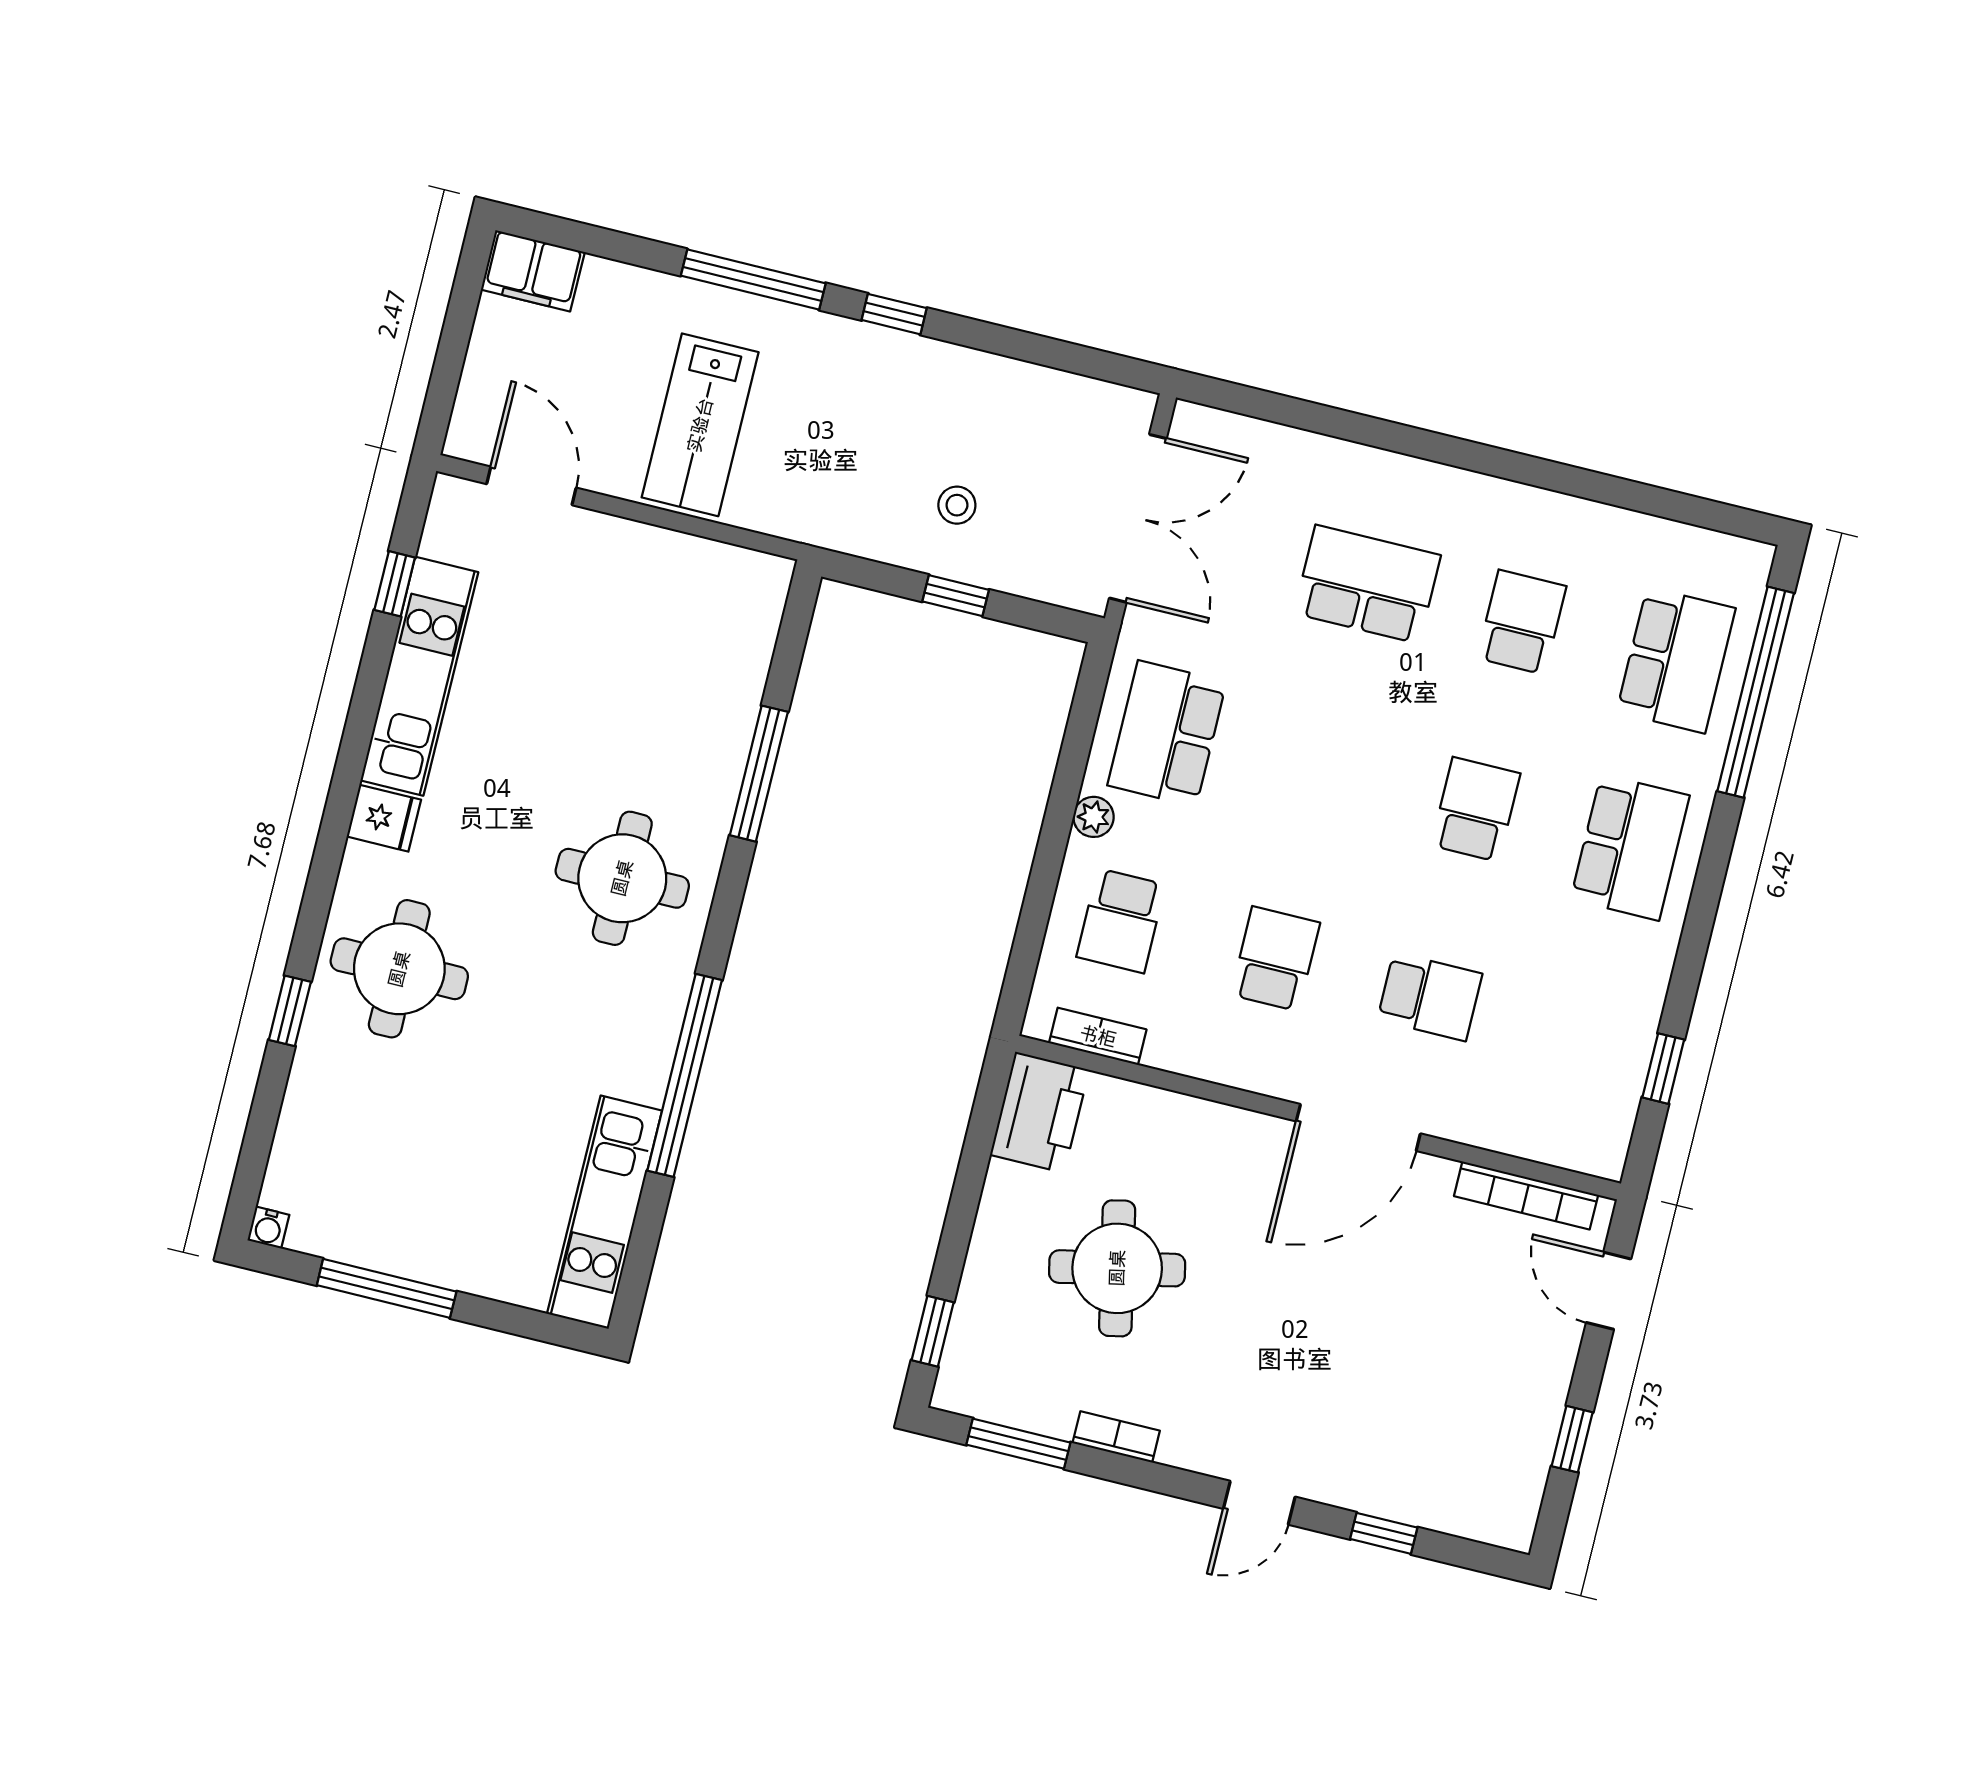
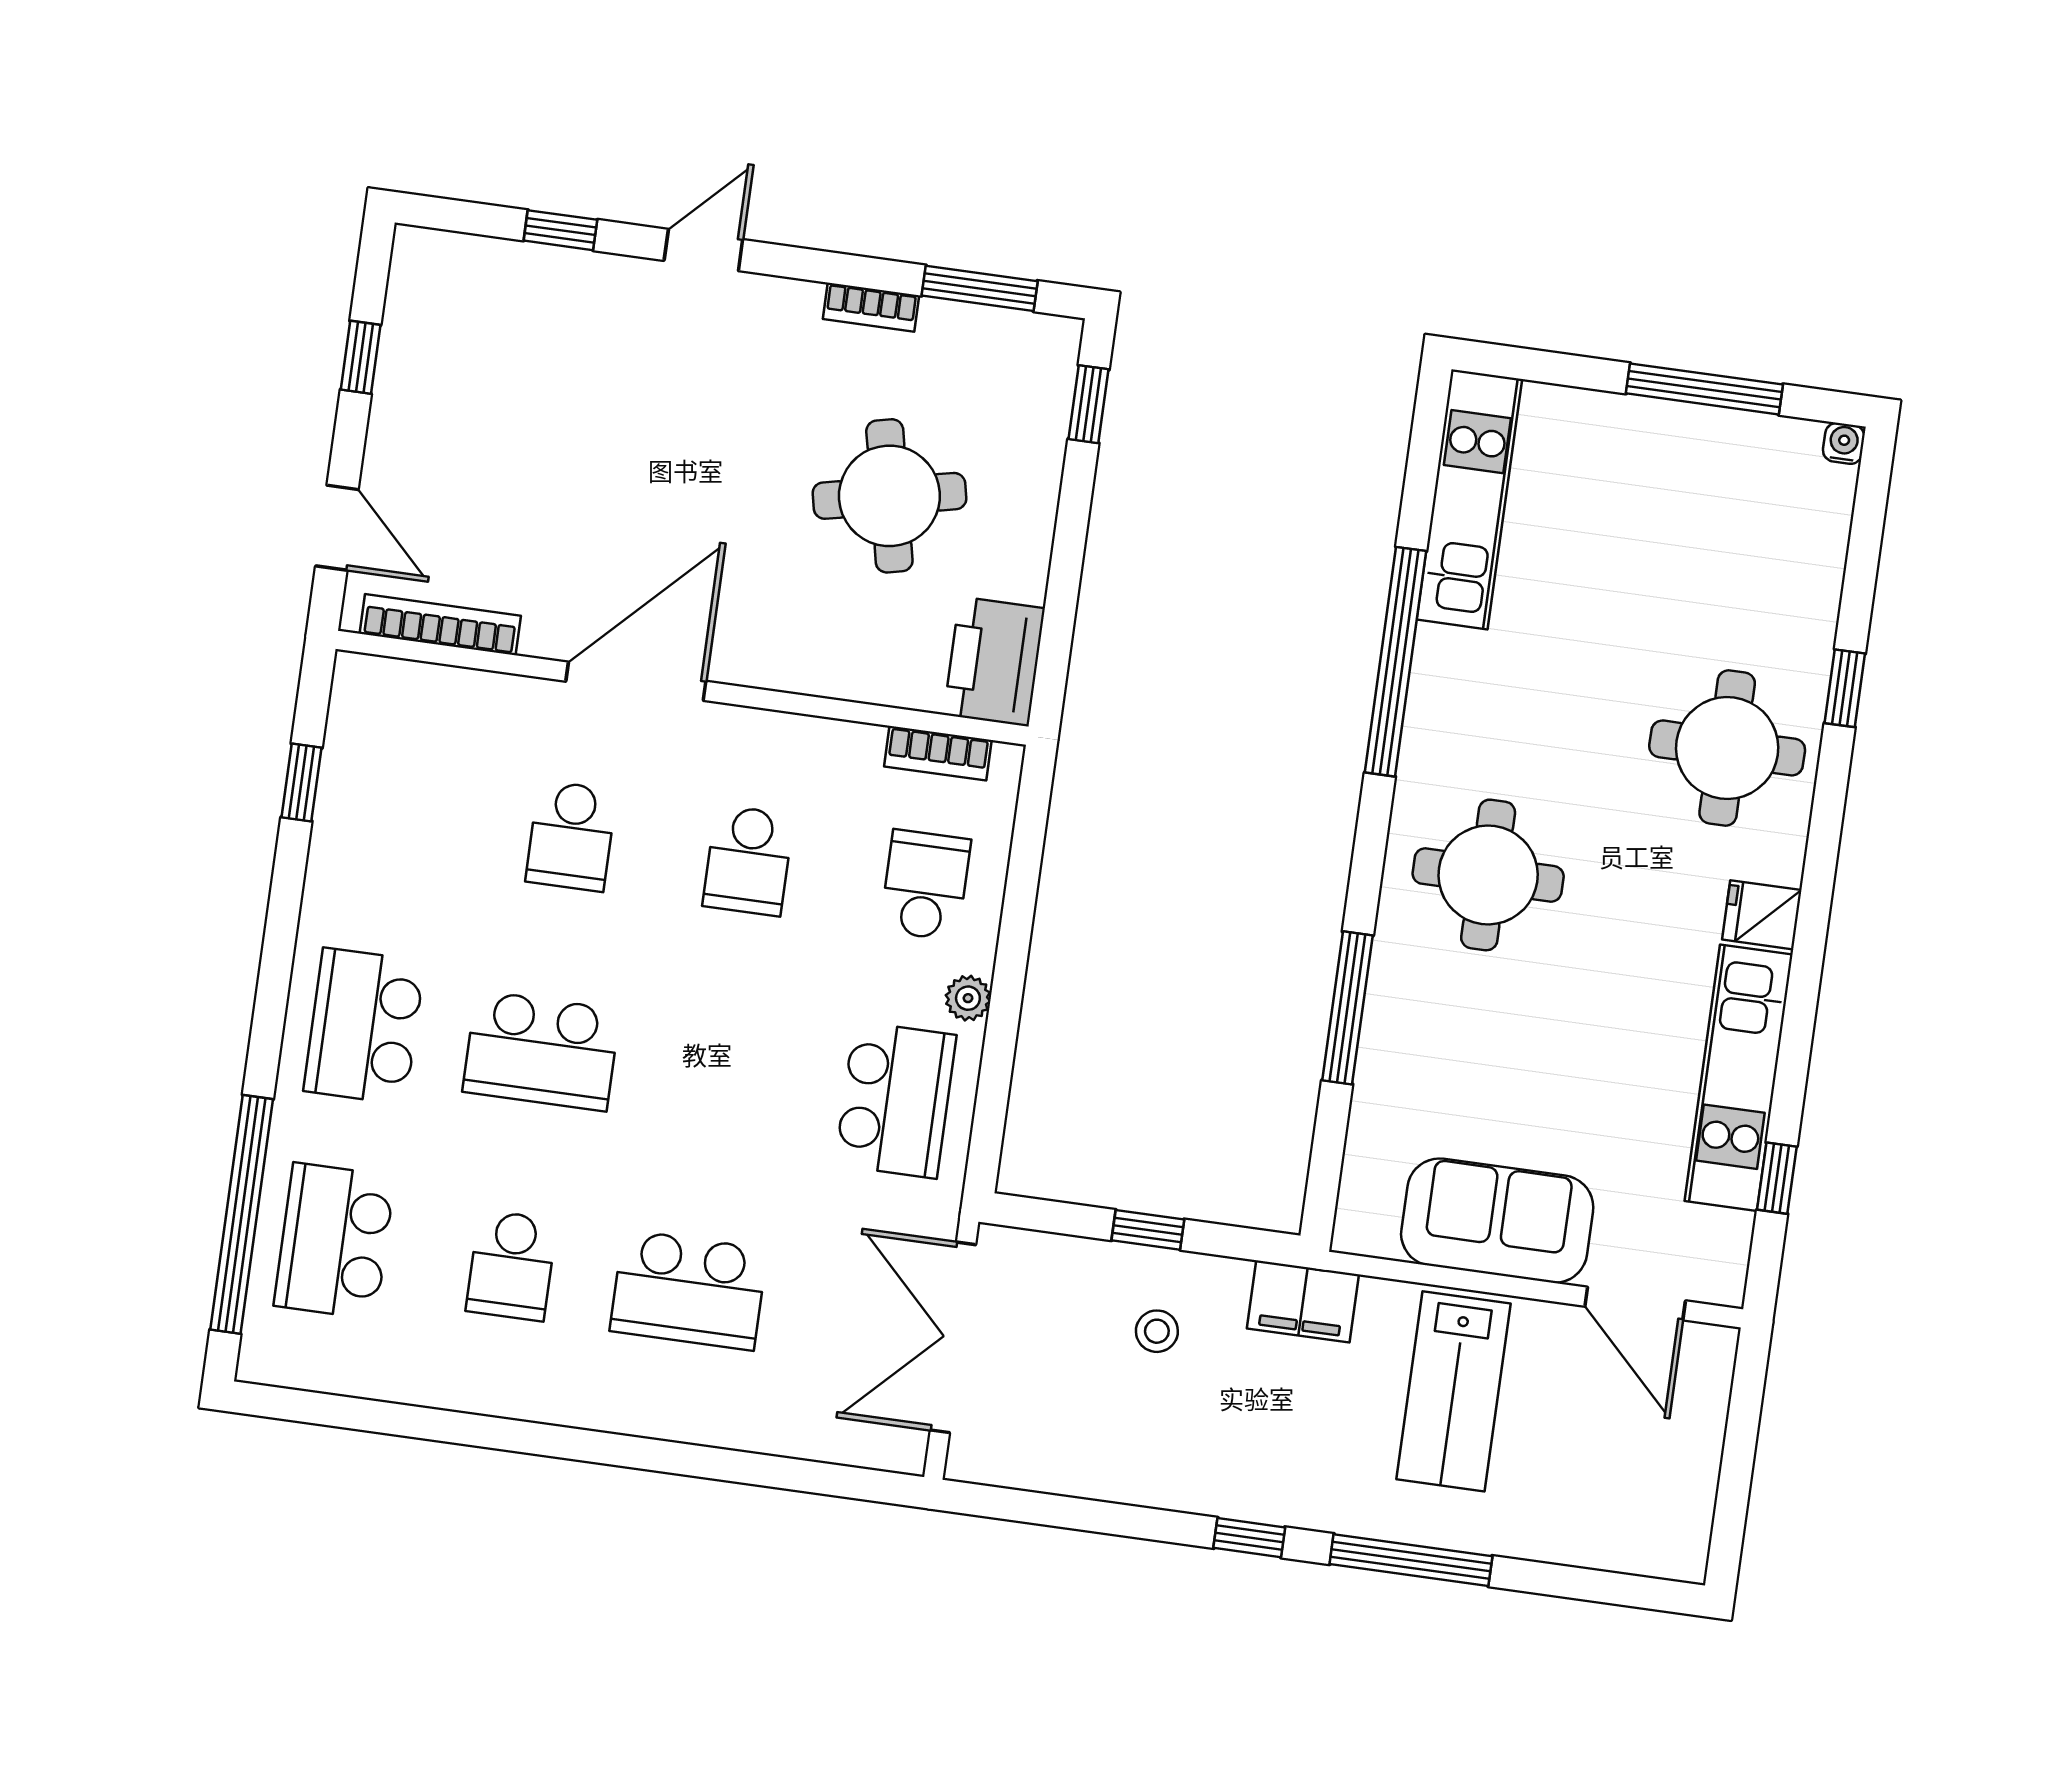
filing cabinet: (533, 271) -> (1303, 1301), moved, turned 180
lab bench: (700, 425) -> (1453, 1391), turned 180
sofa: (646, 572) -> (1497, 1221), added
school desk: (1476, 809) -> (541, 1051), width x1.85
school desk: (1430, 997) -> (571, 836), turned -90

